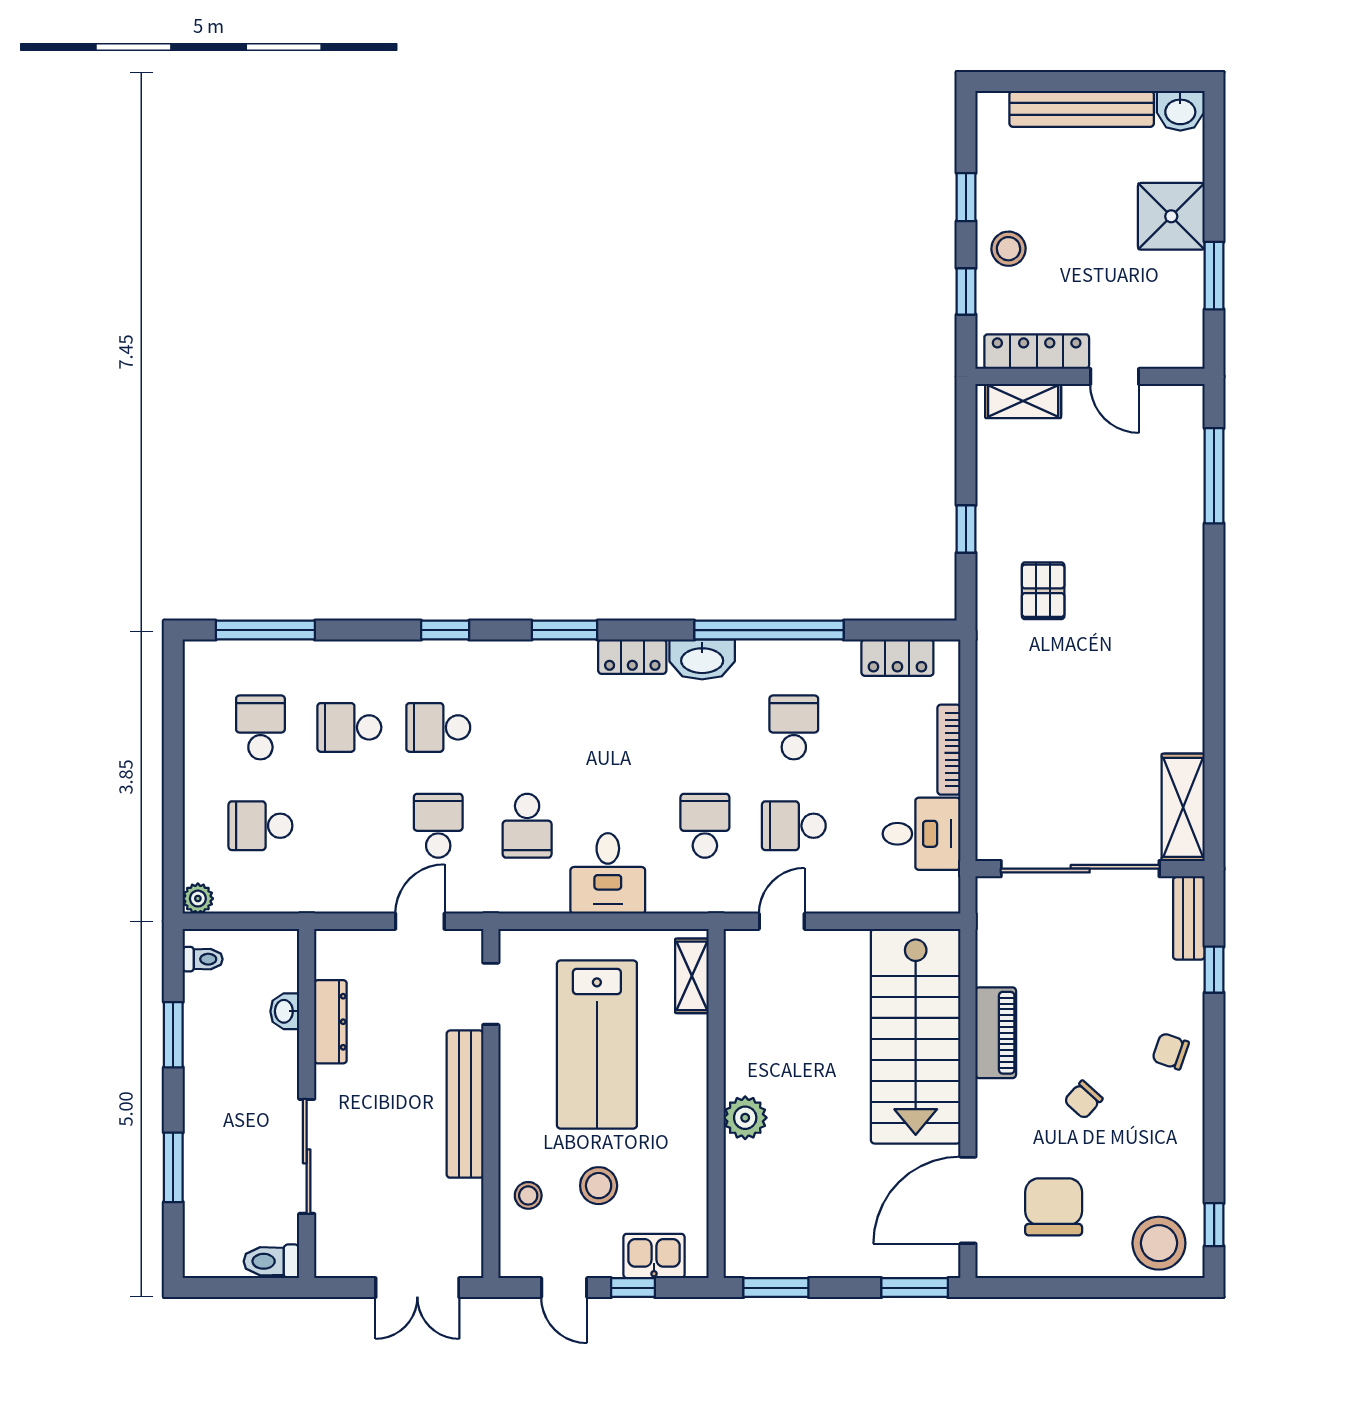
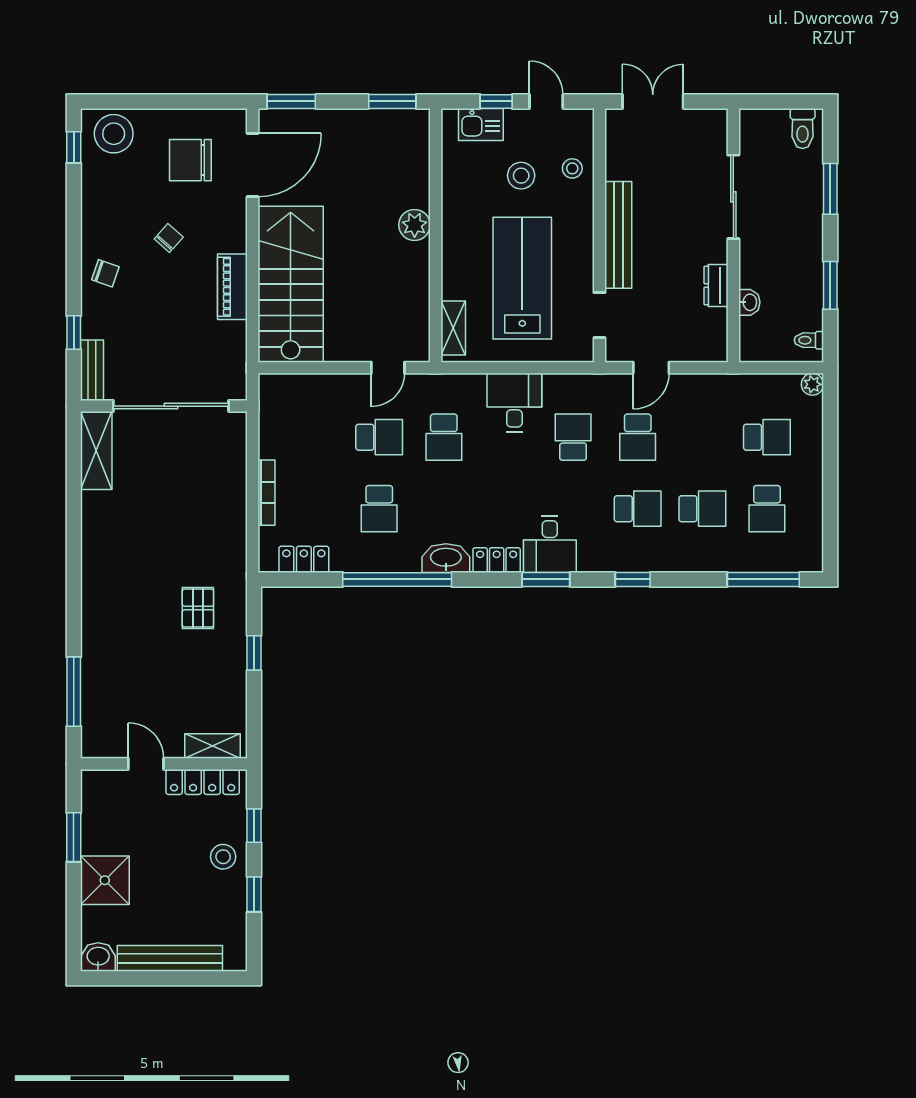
desk: (922, 834) -> (550, 544), moved, turned -90
dresser: (330, 1022) -> (716, 286), width x0.70
chair: (1054, 1207) -> (190, 160), turned 90
toilet: (271, 1261) -> (803, 128), moved, turned 90

